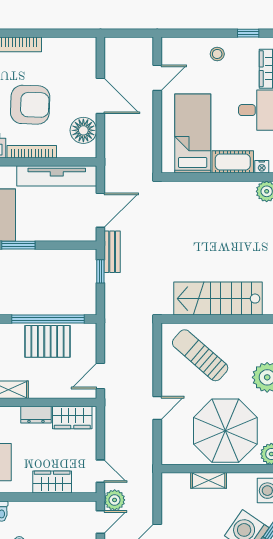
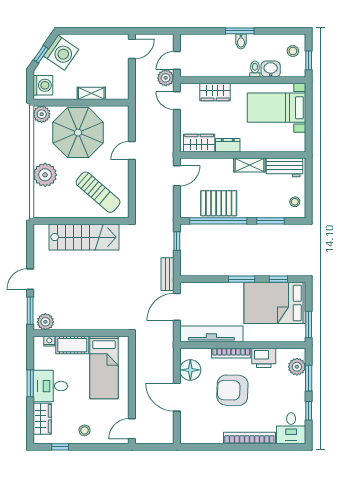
door: (157, 78) -> (132, 429), moved
window: (100, 271) -> (177, 241), moved

